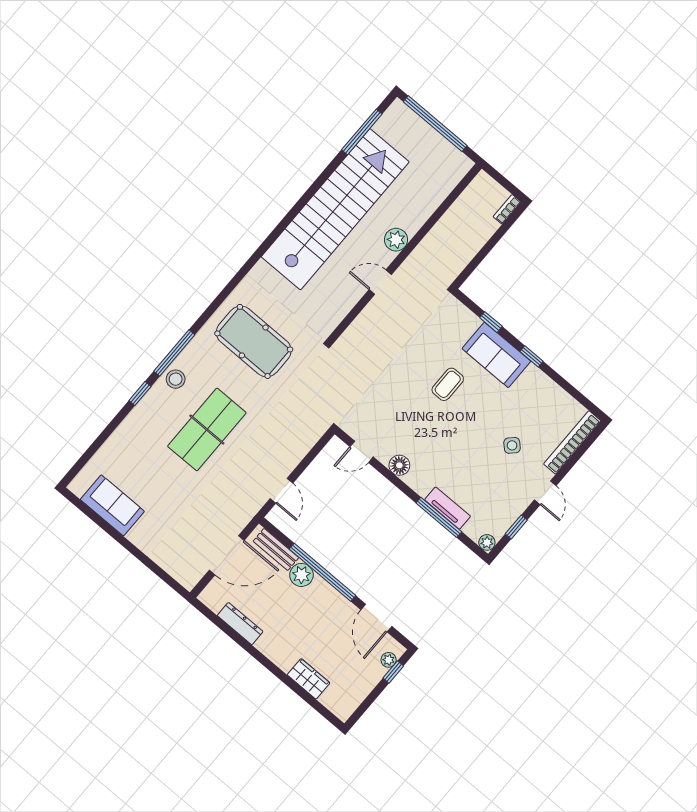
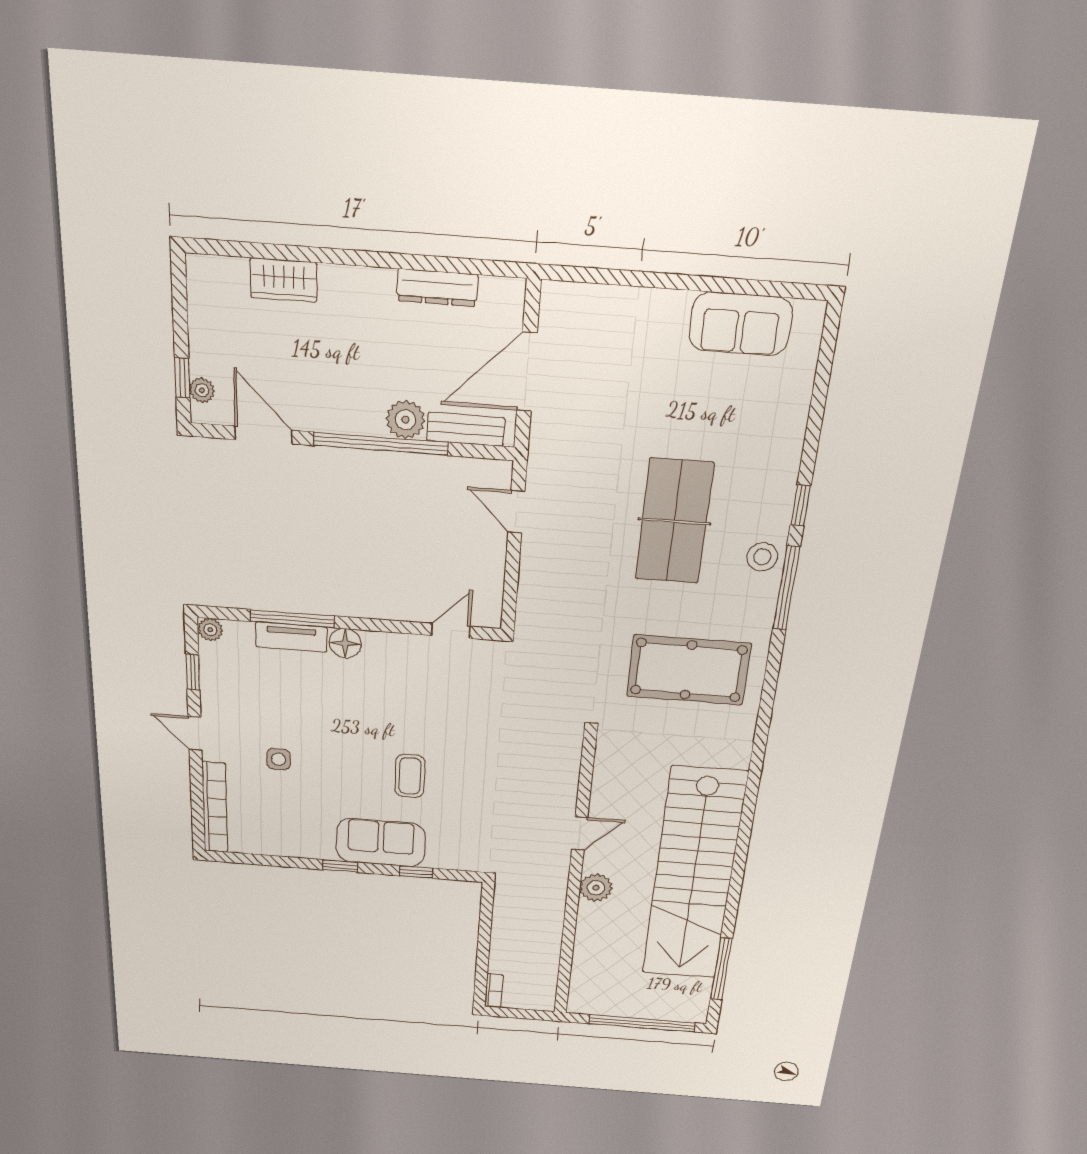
side table: (512, 445) -> (279, 759), turned 45
floor lamp: (399, 465) -> (345, 643), moved

